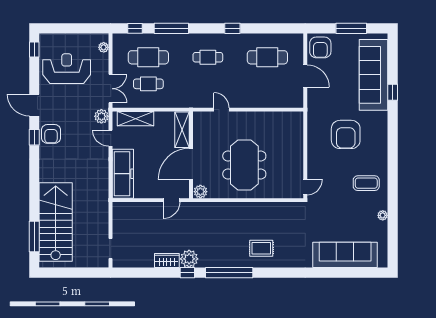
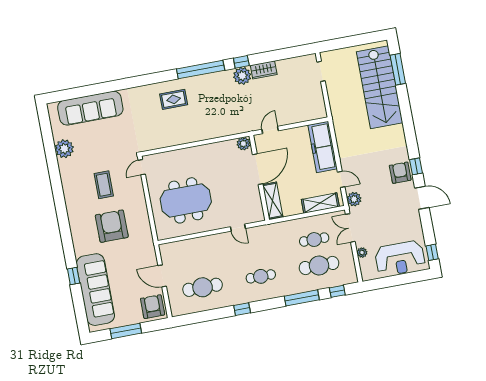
plant: (104, 47) -> (362, 253), moved
reception desk: (67, 69) -> (400, 258), moved
meeting table: (244, 165) -> (186, 200), moved, turned 90
coffee table: (366, 183) -> (104, 185), moved, turned 90
plant: (383, 215) -> (64, 149), width x1.87, depth x1.87

